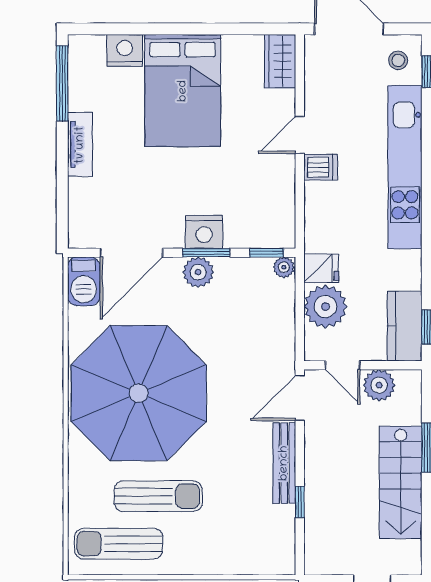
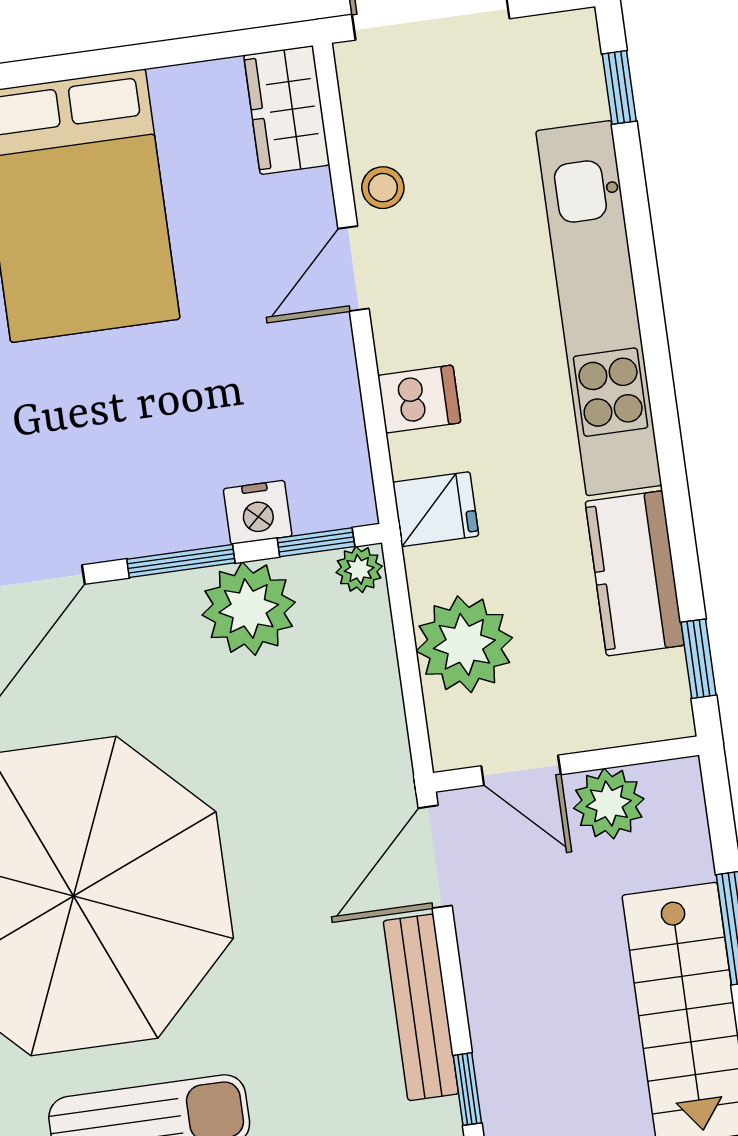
stool: (398, 60) -> (383, 188), moved
dishwasher: (321, 167) -> (419, 399), moved
nightstand: (204, 232) -> (258, 512), moved, width x0.74, depth x0.75
fridge: (321, 268) -> (436, 509), moved
plant: (198, 272) -> (249, 609), moved, width x1.36, depth x1.36
kitchen counter: (405, 326) -> (635, 573), moved

